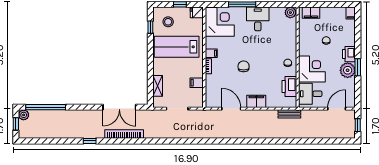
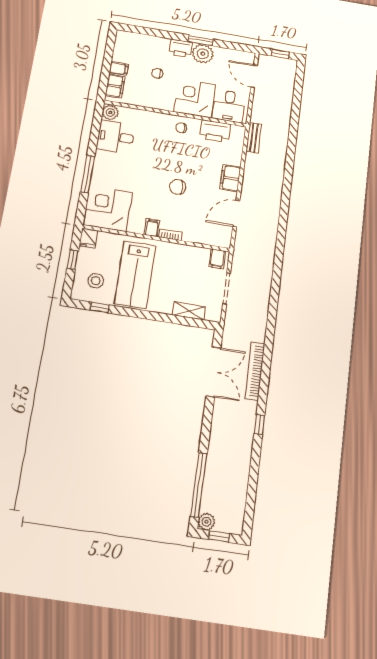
filing cabinet: (351, 13) -> (119, 68), moved
desk: (258, 19) -> (116, 137), moved
filing cabinet: (197, 83) -> (217, 259), moved

